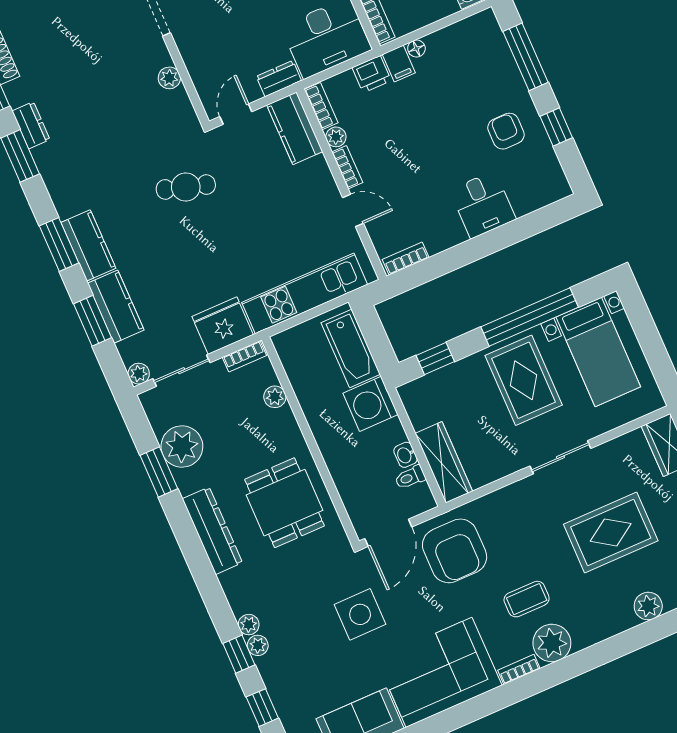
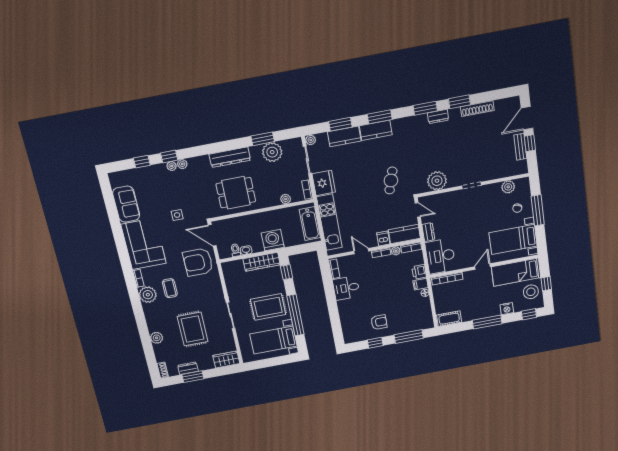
plant: (169, 78) -> (437, 181), width x1.88, depth x1.88
dishwasher: (314, 171) -> (383, 238), added
desk: (483, 205) -> (346, 288), moved
door: (353, 210) -> (361, 251), swing flipped
bathtub: (351, 348) -> (310, 224), moved, turned -90
wardrobe: (444, 462) -> (262, 262), moved
side table: (360, 614) -> (177, 215), width x0.54, depth x0.54

